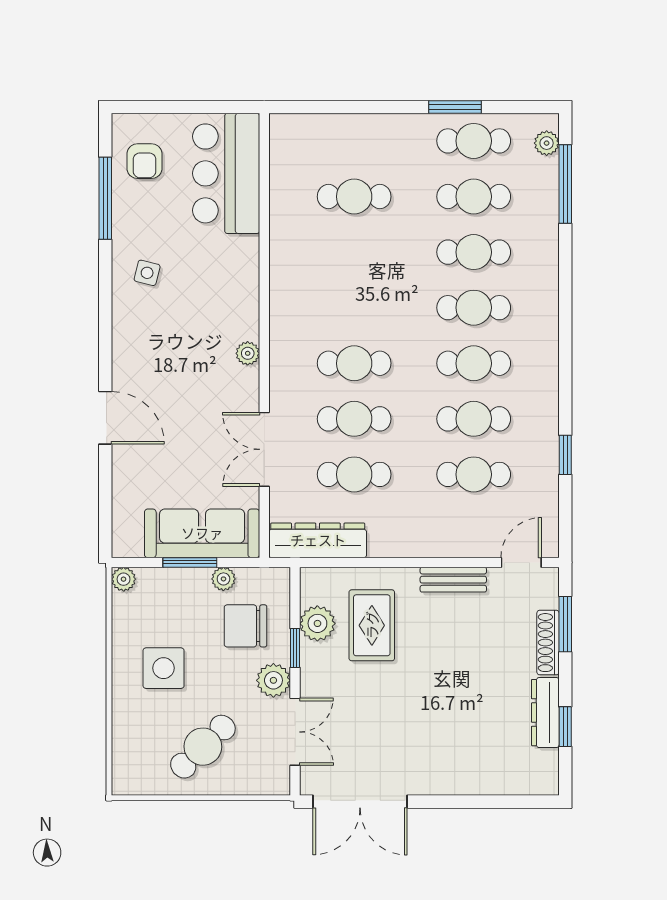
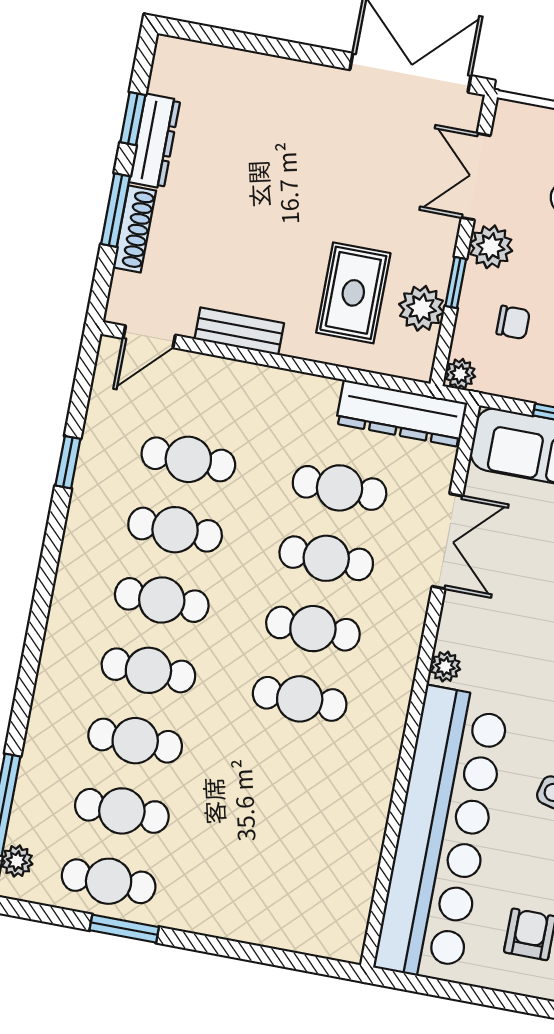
bar counter: (226, 173) -> (442, 834), width x1.86
cafe table: (354, 197) -> (300, 699), moved
plant: (223, 579) -> (460, 374), moved
window: (565, 624) -> (116, 210), moved
chair: (245, 626) -> (513, 322), width x0.54, depth x0.54

